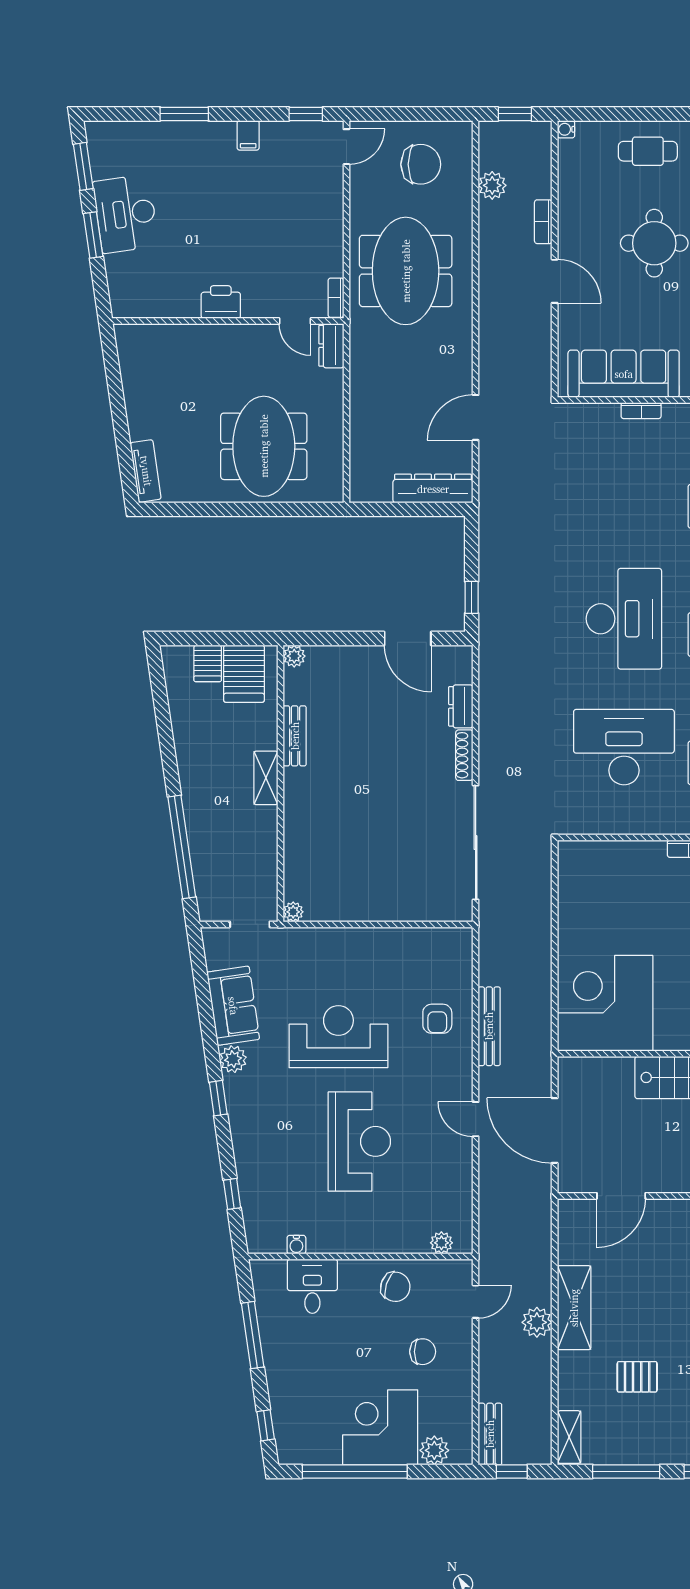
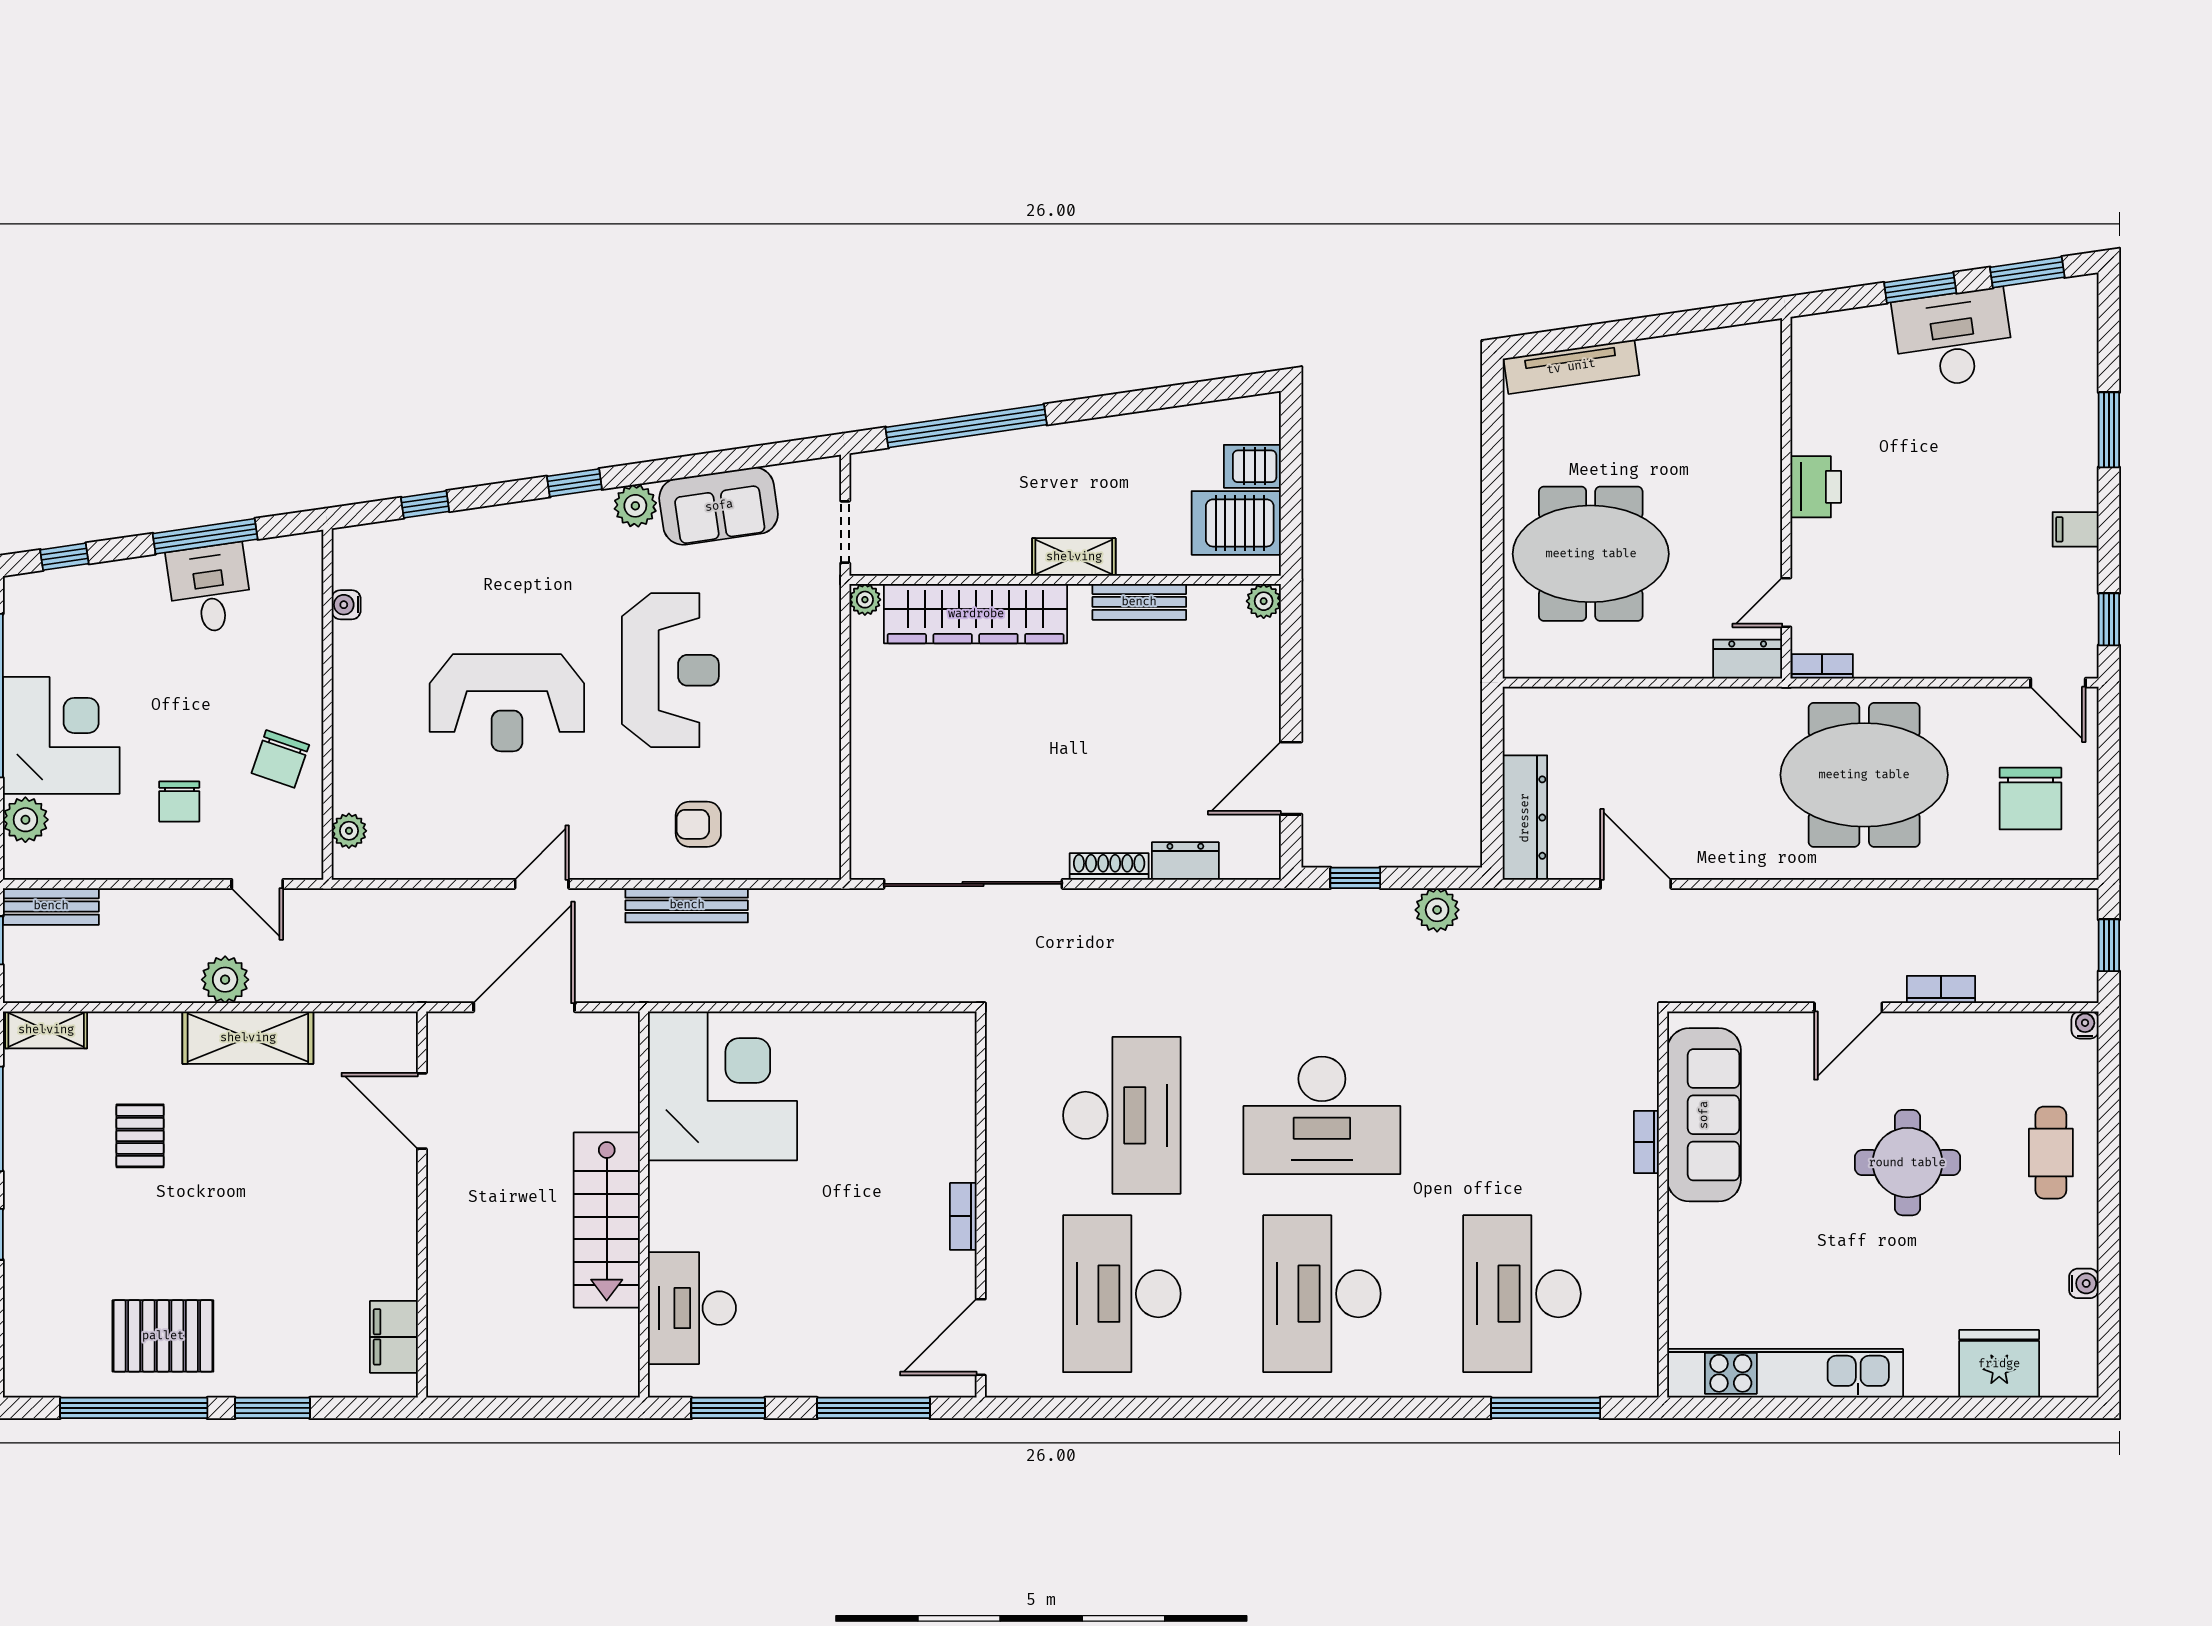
plant: (492, 185) -> (1437, 910), moved
tv unit: (146, 471) -> (1571, 367), width x1.41
wardrobe: (302, 841) -> (976, 614), added
desk: (312, 1286) -> (209, 589), moved, turned -98

